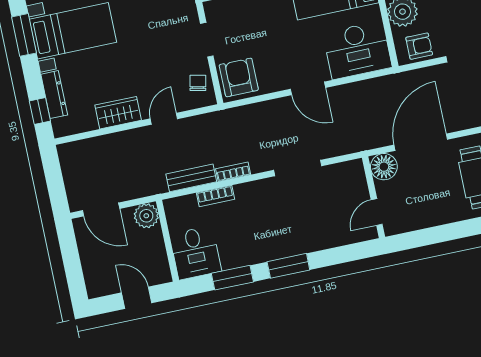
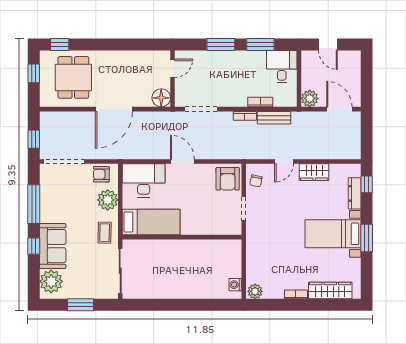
floor lamp: (384, 167) -> (161, 98), moved
wall: (374, 197) -> (173, 79), moved
door: (377, 212) -> (173, 68), moved

